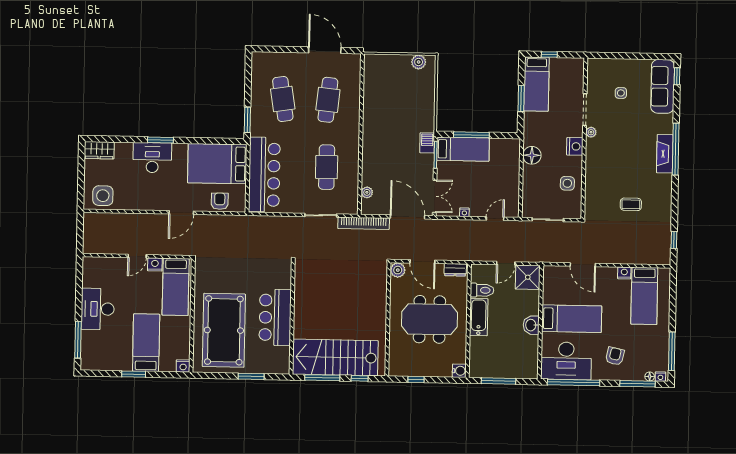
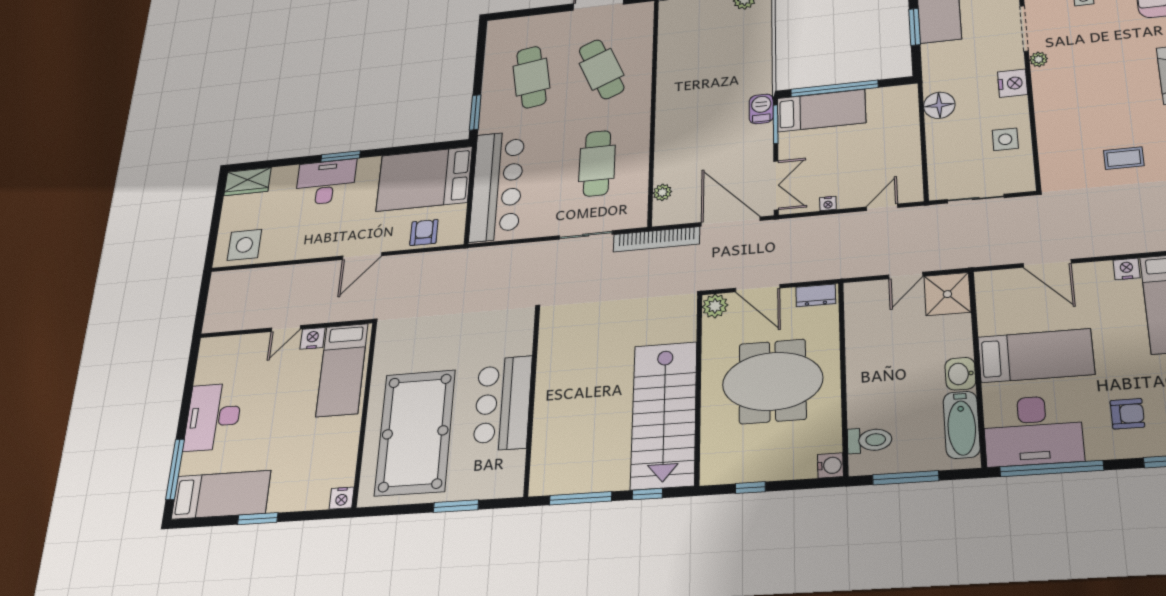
cafe table: (328, 100) -> (602, 69), turned -30
window: (471, 135) -> (834, 88), width x1.46
toilet: (482, 290) -> (870, 440), moved
bathtub: (479, 317) -> (962, 425), moved, turned 180
bed: (146, 343) -> (221, 495), moved, turned 90
armchair: (615, 356) -> (1127, 414), turned 77
stairs: (335, 357) -> (664, 415), moved, turned -90

